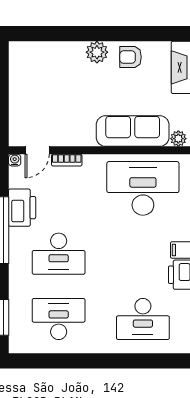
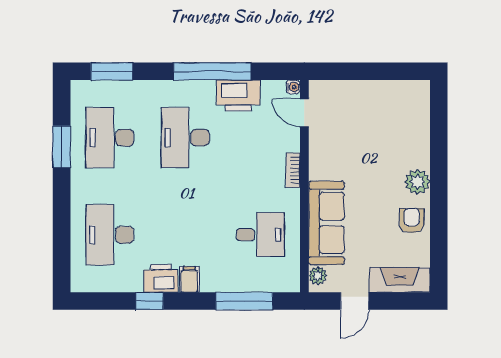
bookcase: (67, 160) -> (293, 170), moved
desk: (143, 188) -> (260, 235), width x0.53, depth x0.77
desk: (59, 319) -> (110, 138), turned 180
window: (67, 361) -> (62, 147), added

